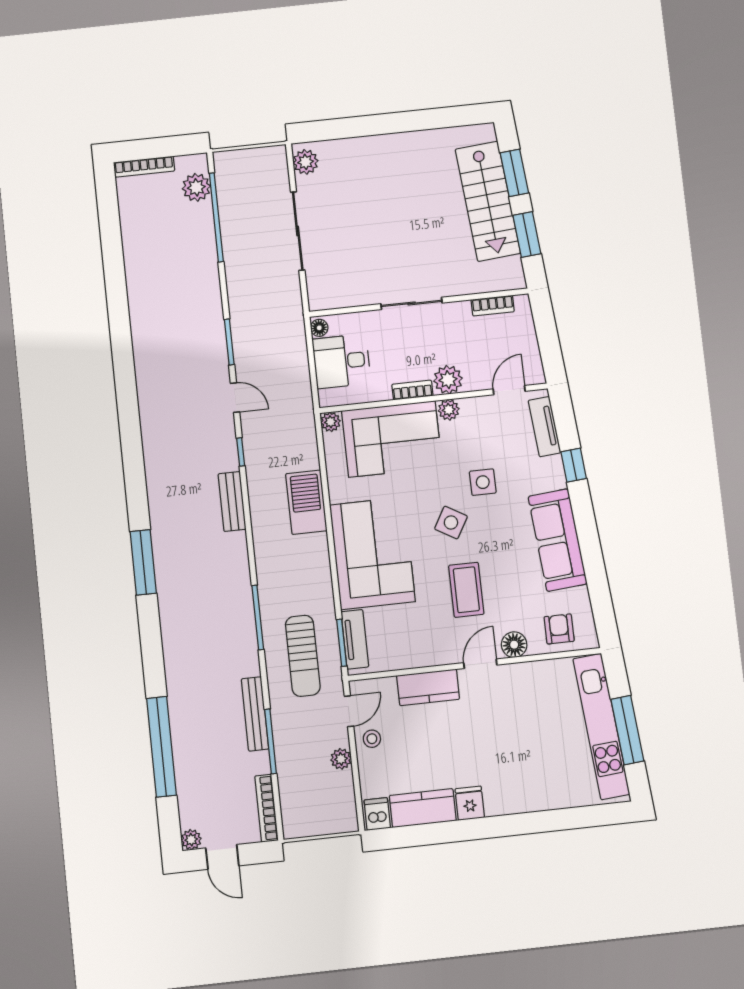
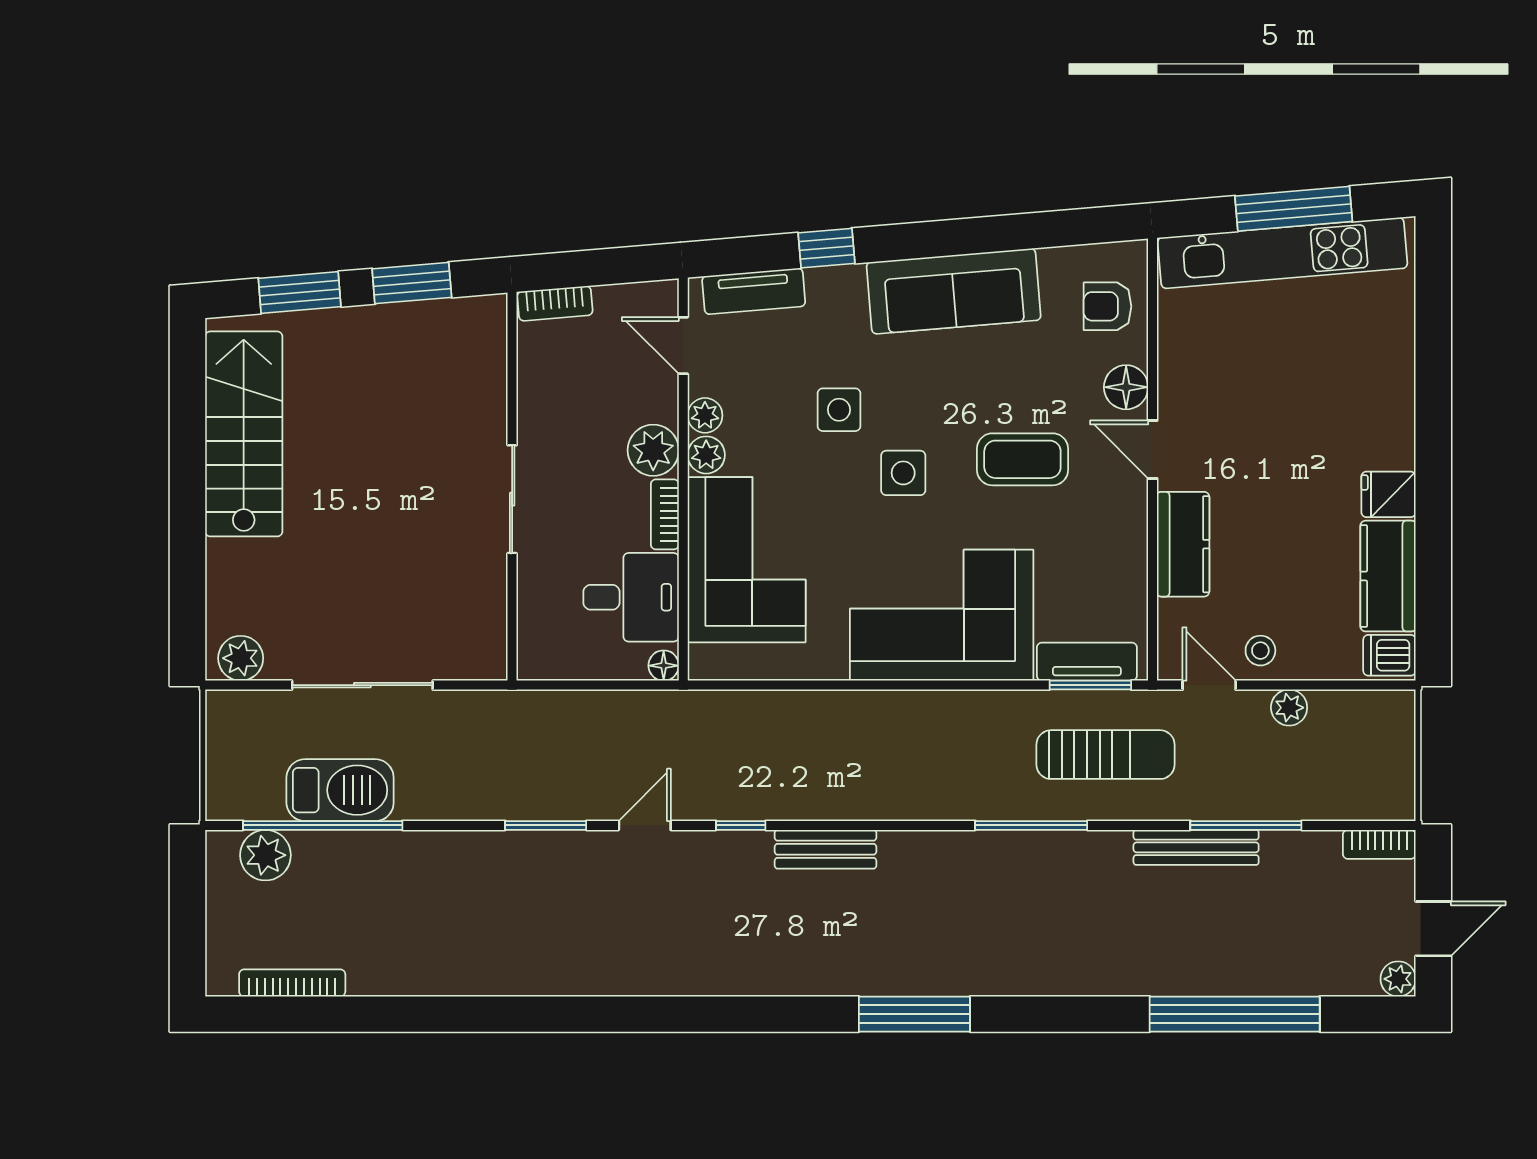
bookcase: (144, 167) -> (292, 983), moved, turned -90
stairs: (488, 201) -> (244, 434), moved, turned -85
bookcase: (493, 306) -> (555, 303), moved, turned 85
floor lamp: (319, 328) -> (664, 666), moved
desk: (341, 361) -> (631, 597), moved, turned -90
plant: (331, 422) -> (705, 415), moved
barbecue: (306, 502) -> (340, 790), moved, turned 180
side table: (451, 523) -> (903, 473), turned -30
bookcase: (266, 808) -> (1379, 844), width x0.64

